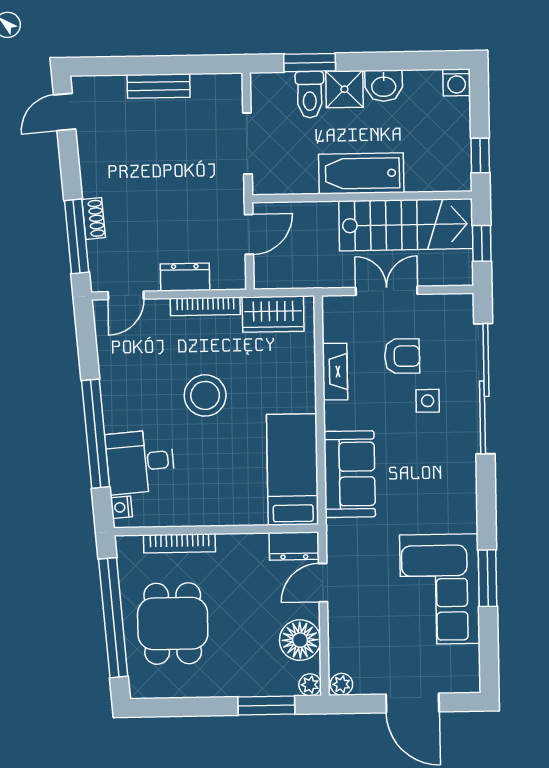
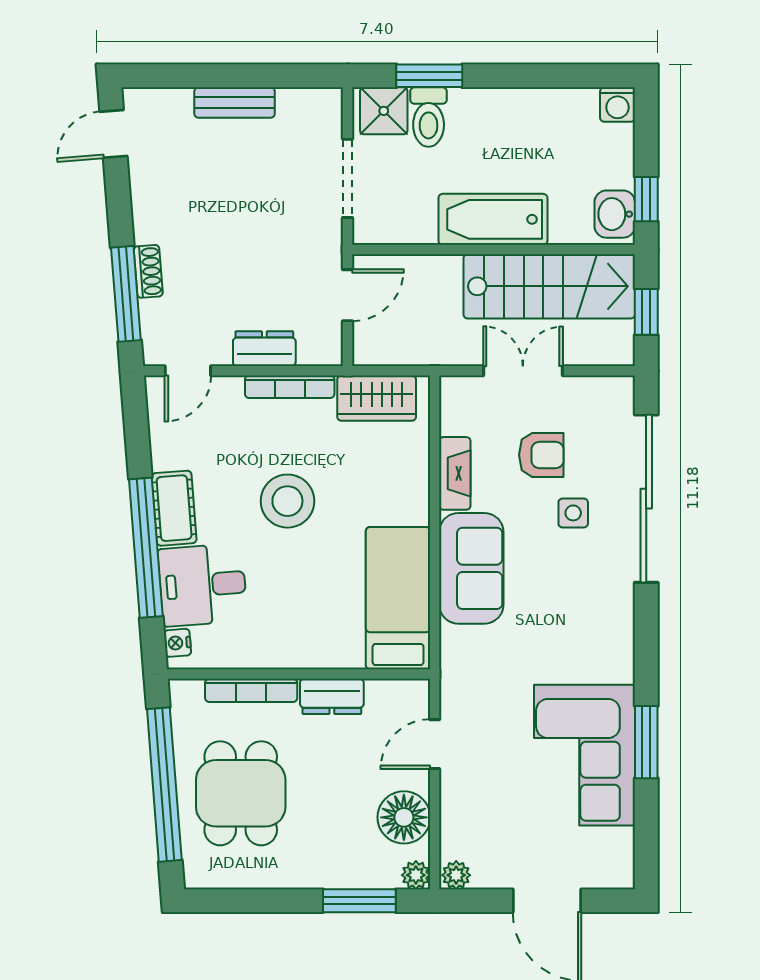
washbasin: (384, 86) -> (615, 214), moved, turned 90
shower: (344, 89) -> (384, 111), moved
cot: (117, 402) -> (174, 508), added
sofa: (350, 474) -> (471, 568), moved
dresser: (294, 546) -> (332, 696), moved

